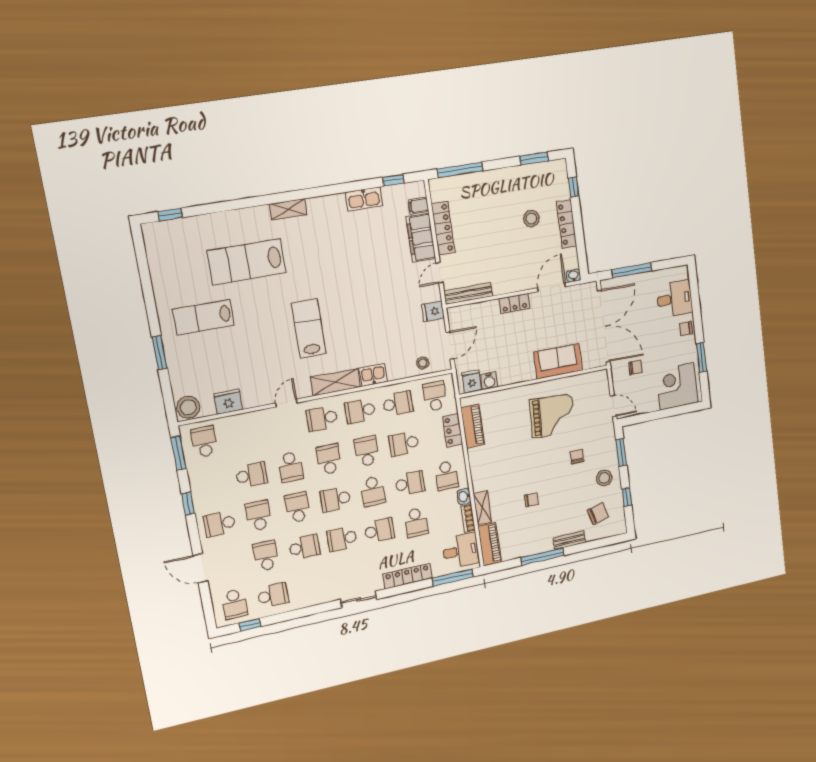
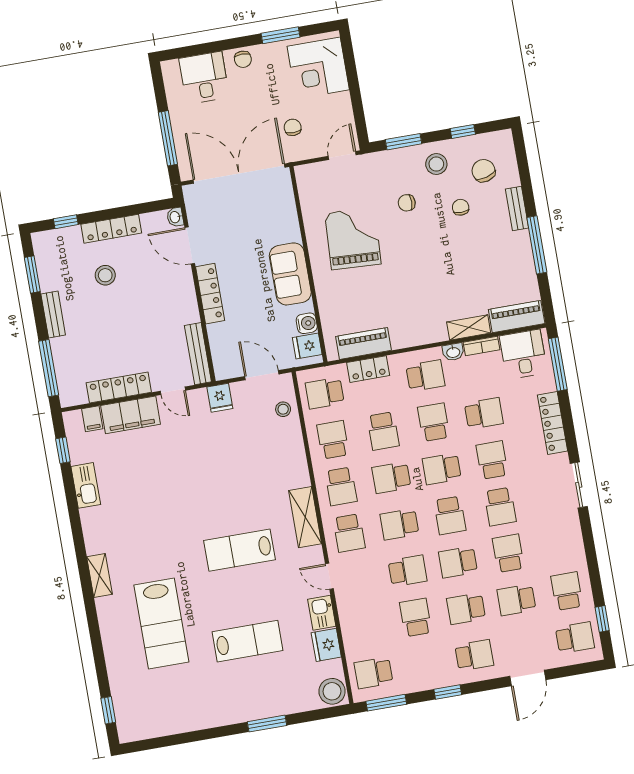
bench: (502, 175) -> (53, 315), added
locker: (514, 303) -> (210, 294), width x1.53
lab bench: (203, 317) -> (248, 641), moved, turned -90
sofa: (558, 361) -> (290, 274), moved
kitchen sink: (373, 375) -> (322, 613), moved
school desk: (373, 491) -> (442, 469), turned 180
chair: (531, 500) -> (461, 207), moved
school desk: (220, 524) -> (474, 655), turned -90

